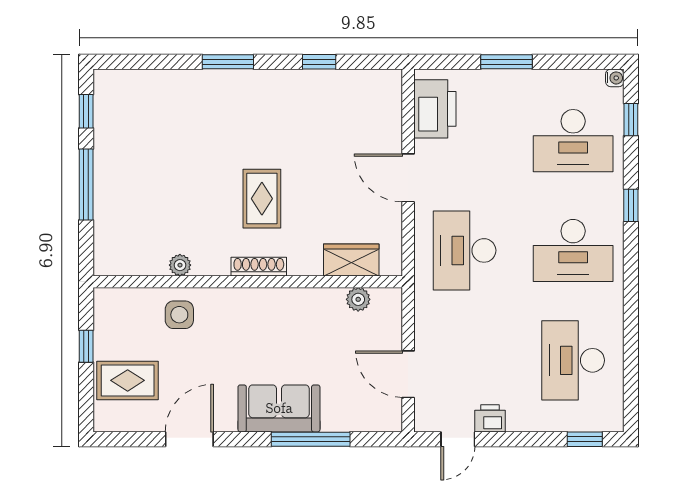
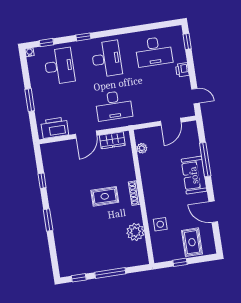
wardrobe: (351, 260) -> (112, 140), moved, turned -90
plant: (180, 265) -> (135, 232), width x1.88, depth x1.88
printer: (490, 418) -> (182, 70), moved

